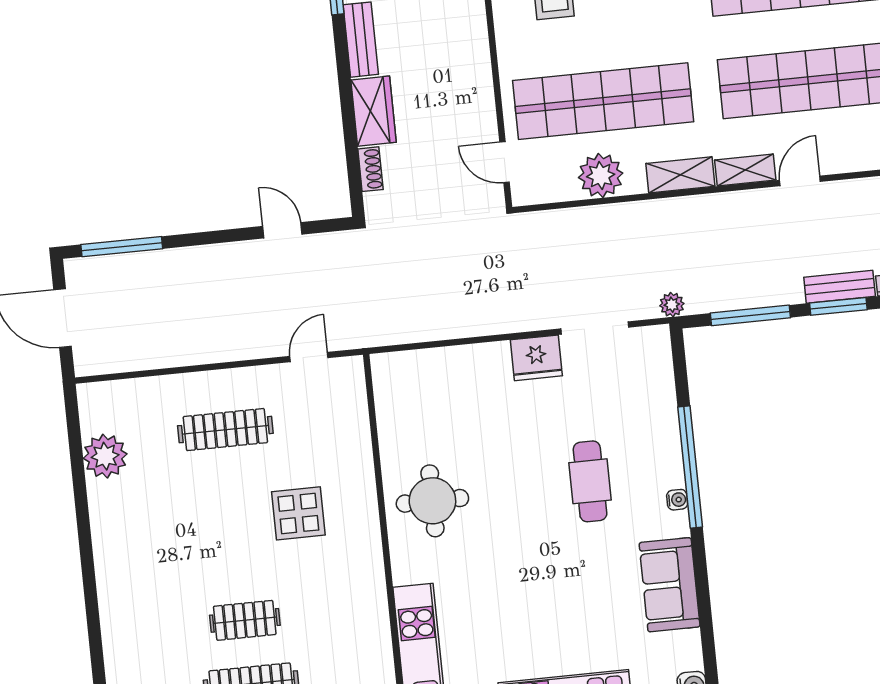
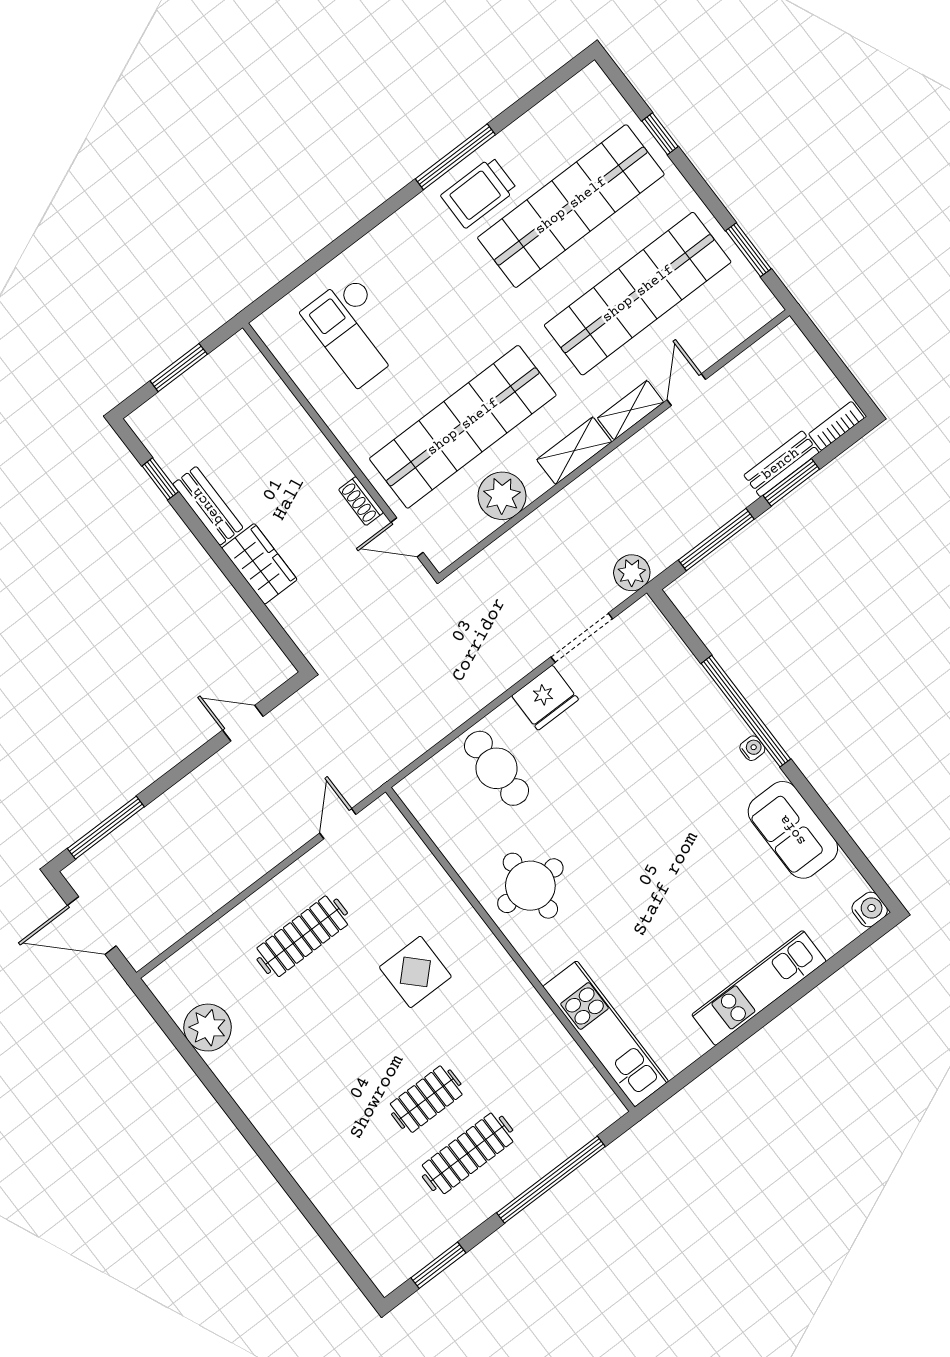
shoe rack: (370, 169) -> (361, 501), moved, turned 180
plant: (672, 305) -> (632, 573), width x1.38, depth x1.38
cafe table: (590, 481) -> (497, 768), moved

